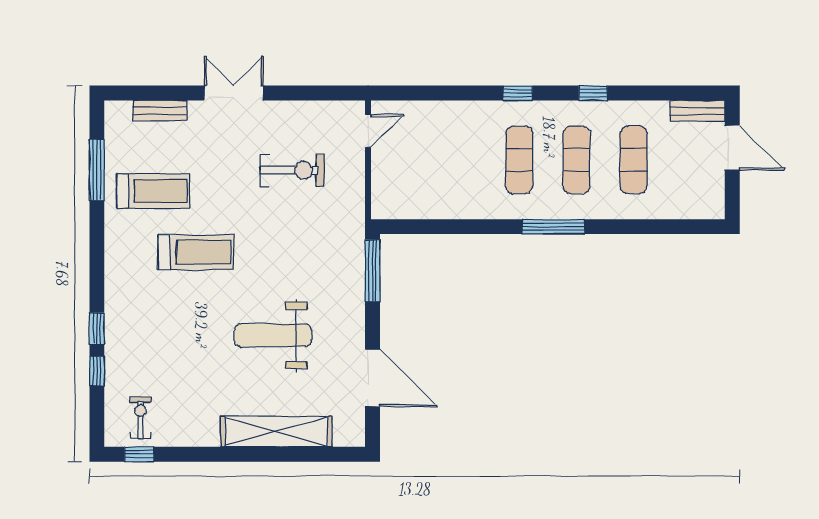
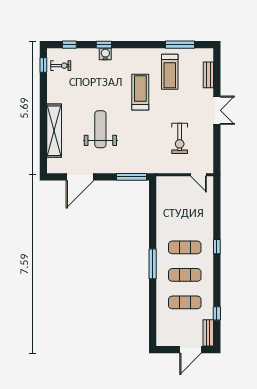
window: (593, 93) -> (217, 313), moved
treadmill: (196, 252) -> (140, 92), turned 180
water cooler: (116, 325) -> (105, 54), added
window: (97, 371) -> (69, 45), moved

